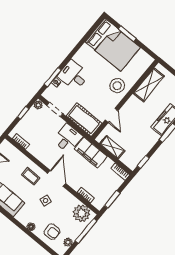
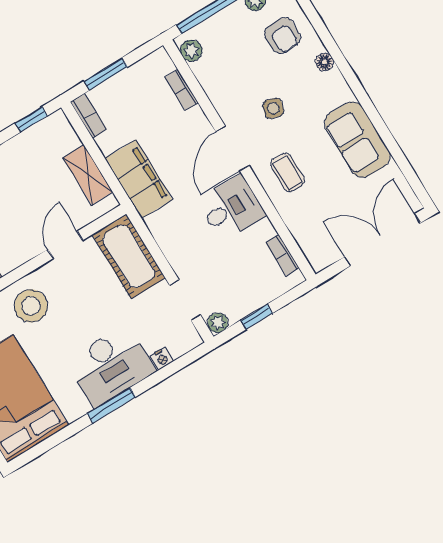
desk: (73, 75) -> (111, 366), width x1.37
window: (53, 77) -> (111, 405), moved
desk: (68, 138) -> (231, 208), moved, turned 180
window: (112, 199) -> (106, 74), moved
plant: (82, 213) -> (191, 51), width x0.53, depth x0.53
armchair: (52, 232) -> (283, 36), turned 180

